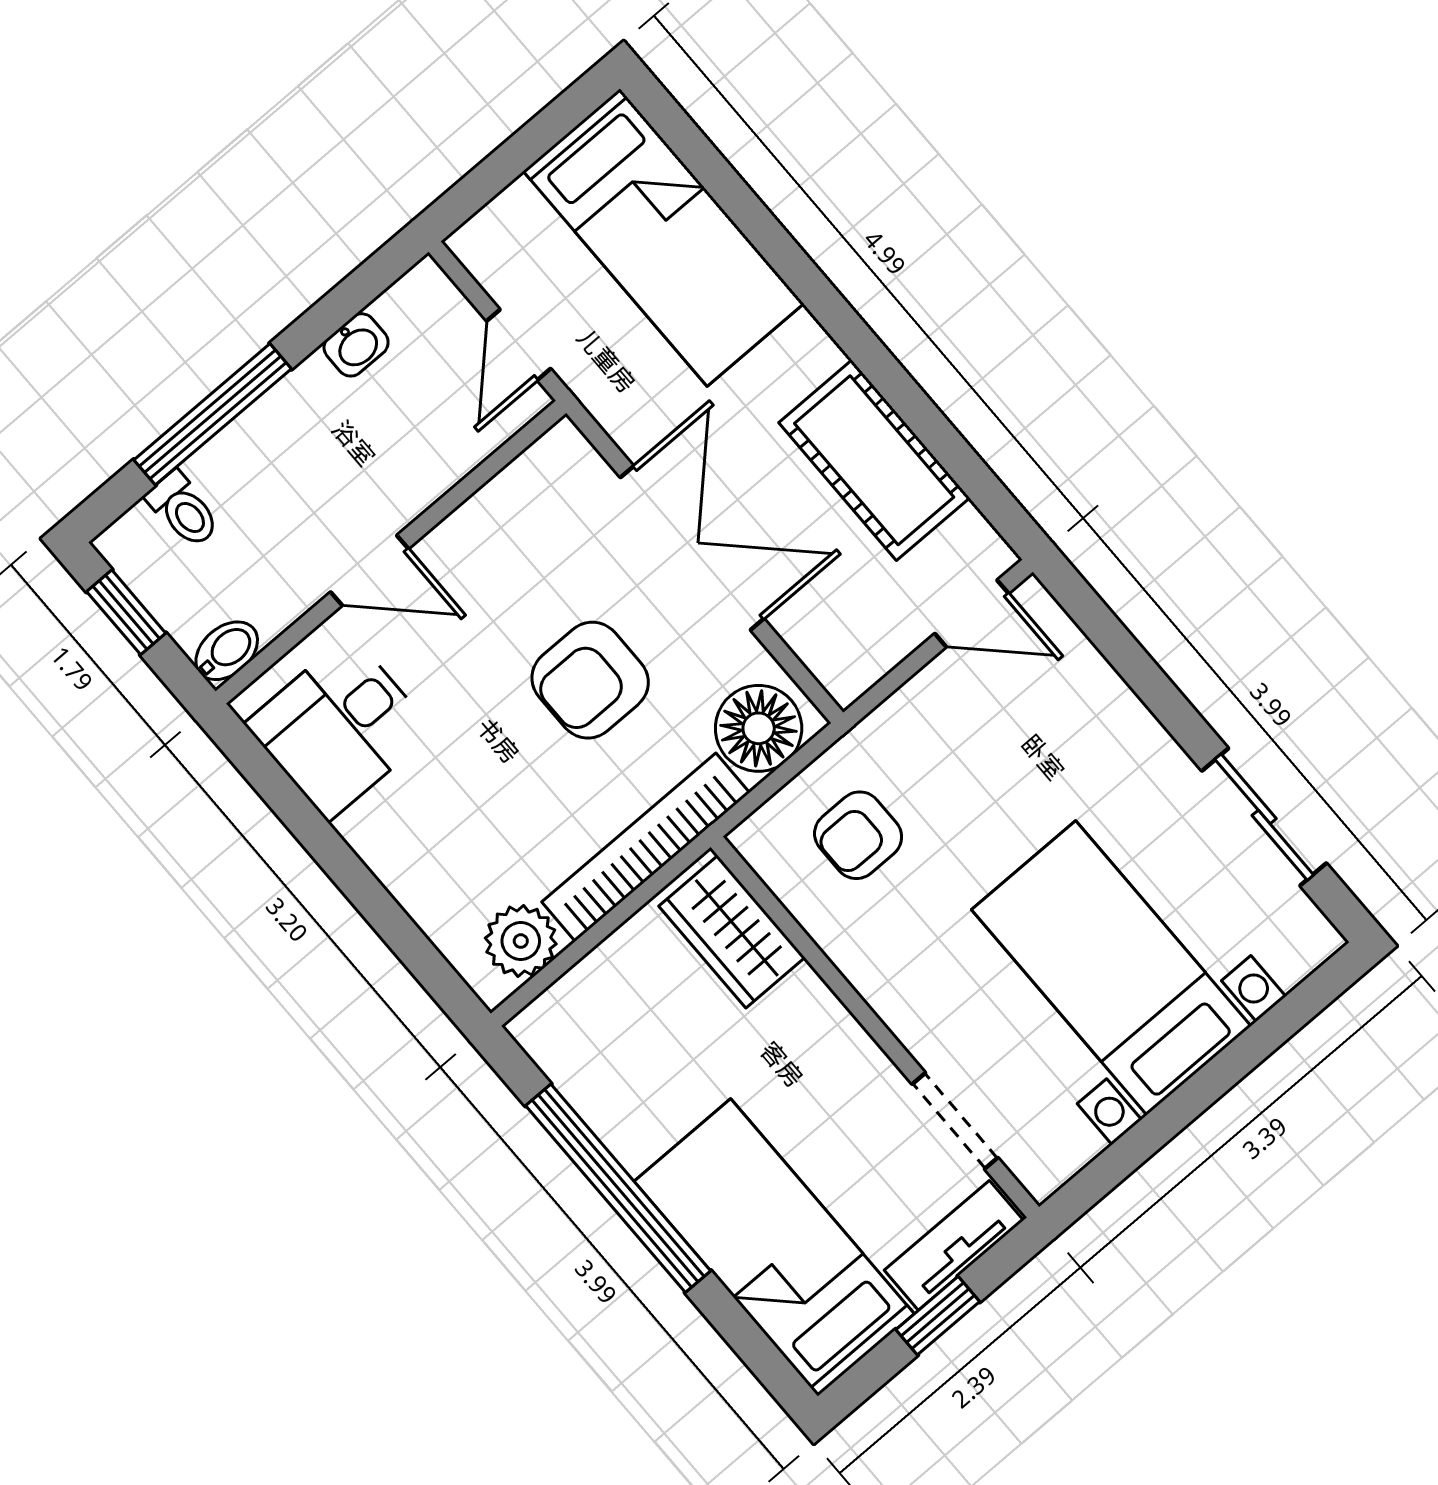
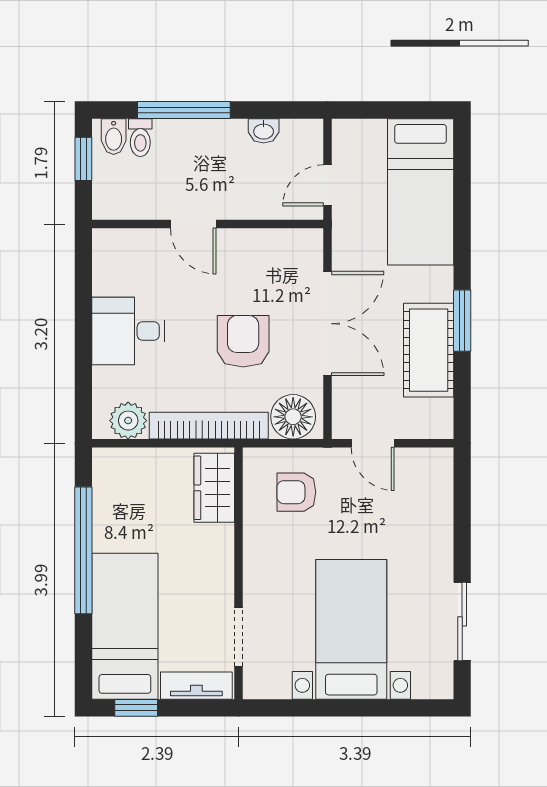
window: (886, 375) -> (462, 321), added
door: (972, 613) -> (373, 443), moved
bidet: (227, 651) -> (114, 137), moved, turned 90
armchair: (590, 680) -> (243, 341), turned 90
desk: (339, 728) -> (128, 331), moved
window: (938, 1316) -> (136, 708), moved

